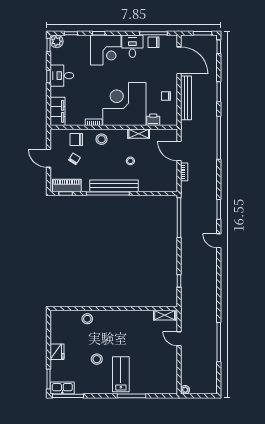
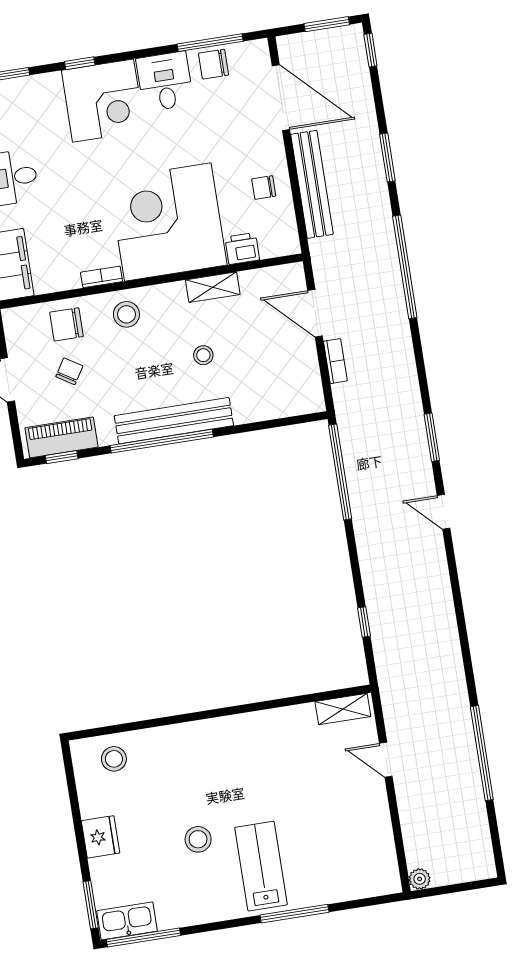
stool: (87, 319) -> (114, 759), moved

